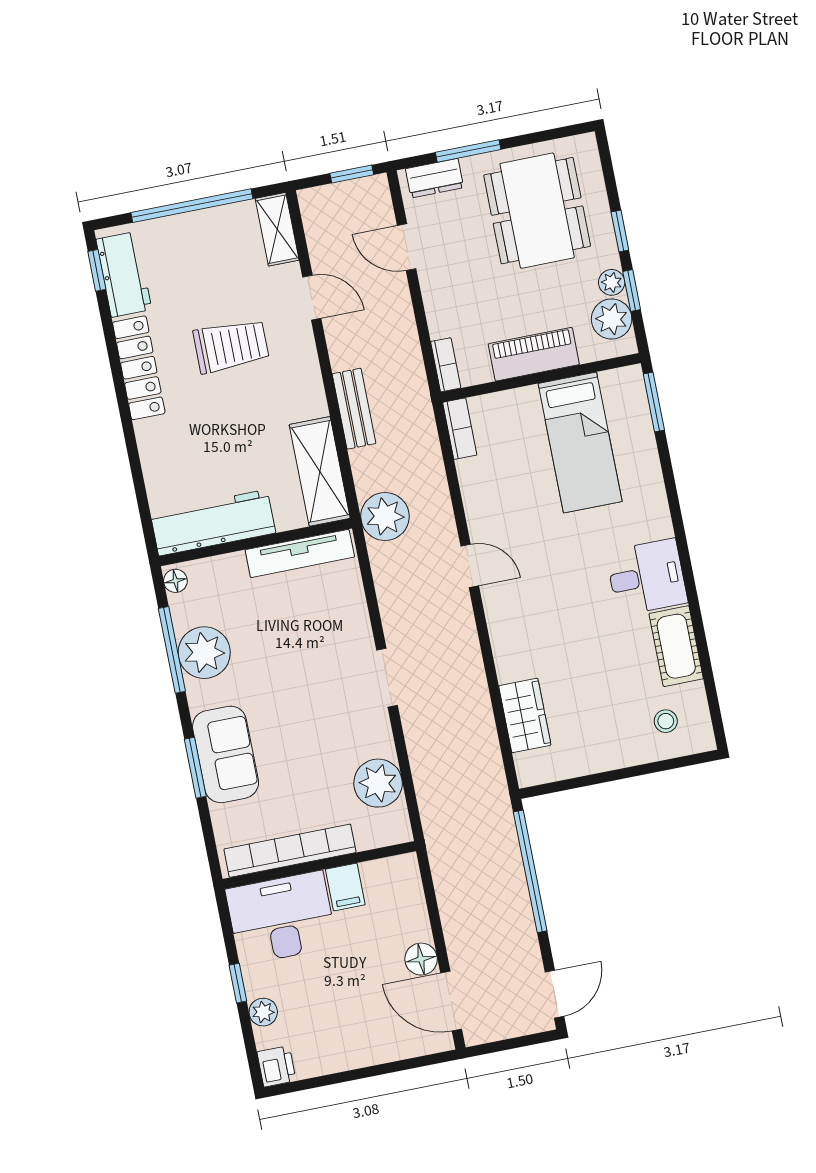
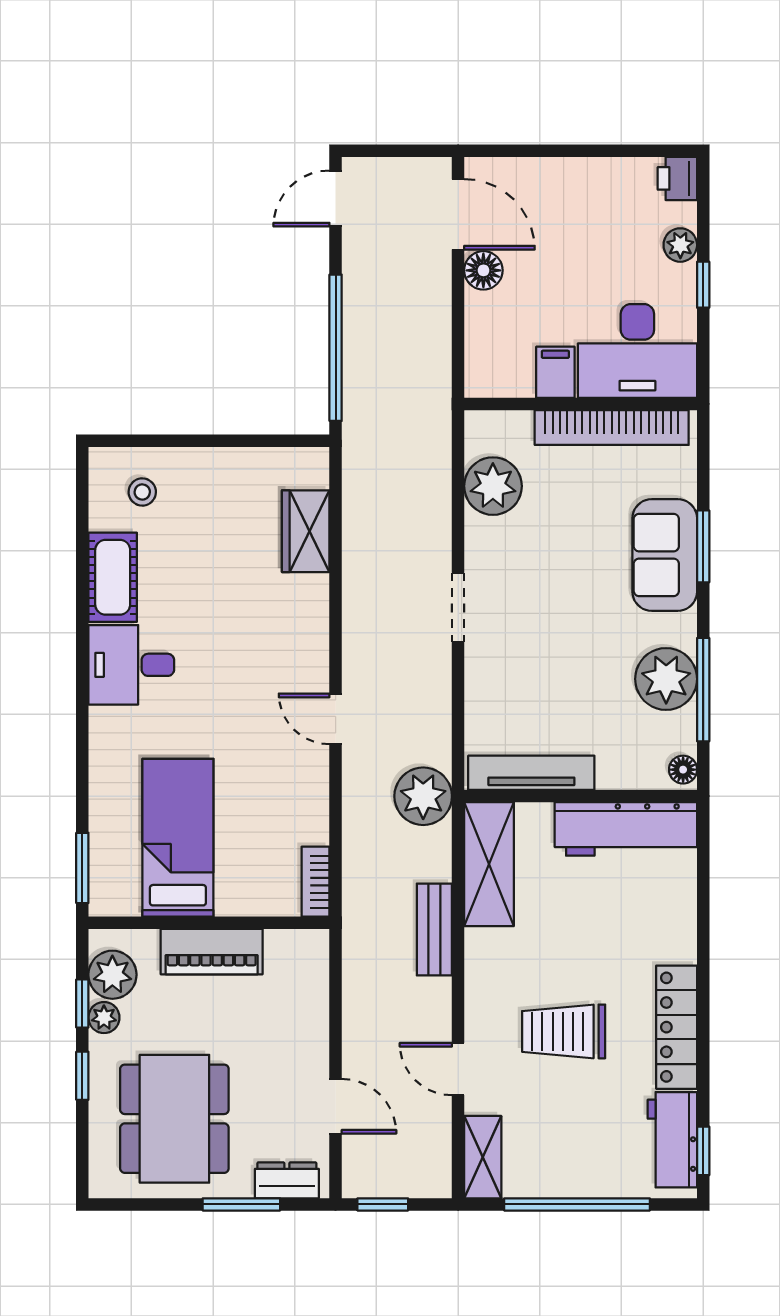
bookcase: (446, 365) -> (317, 960), removed

